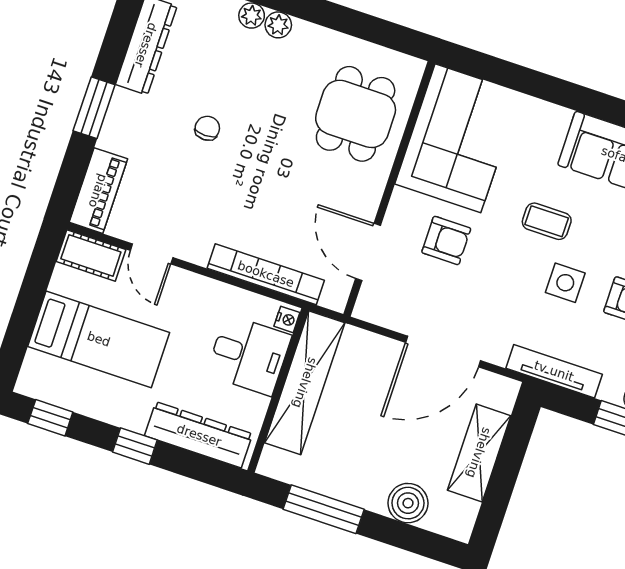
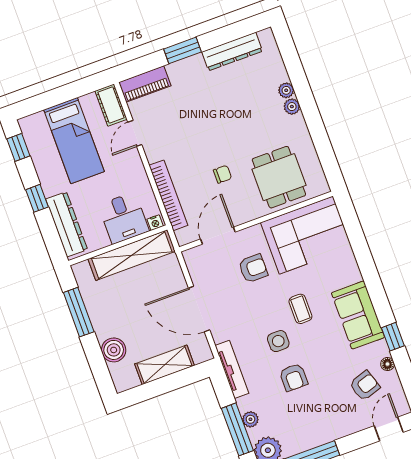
dining table: (356, 114) -> (279, 177), turned 90
chair: (207, 128) -> (222, 174), moved
armchair: (446, 240) -> (253, 268), turned -90

